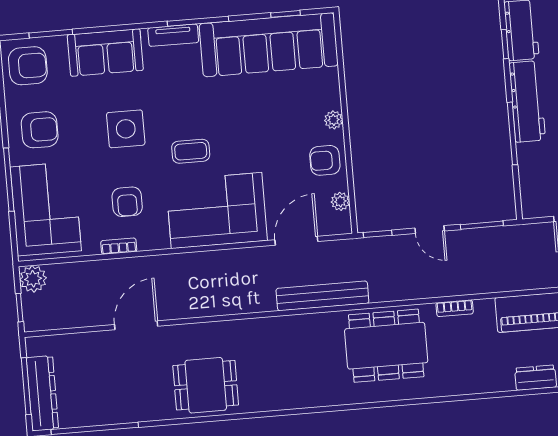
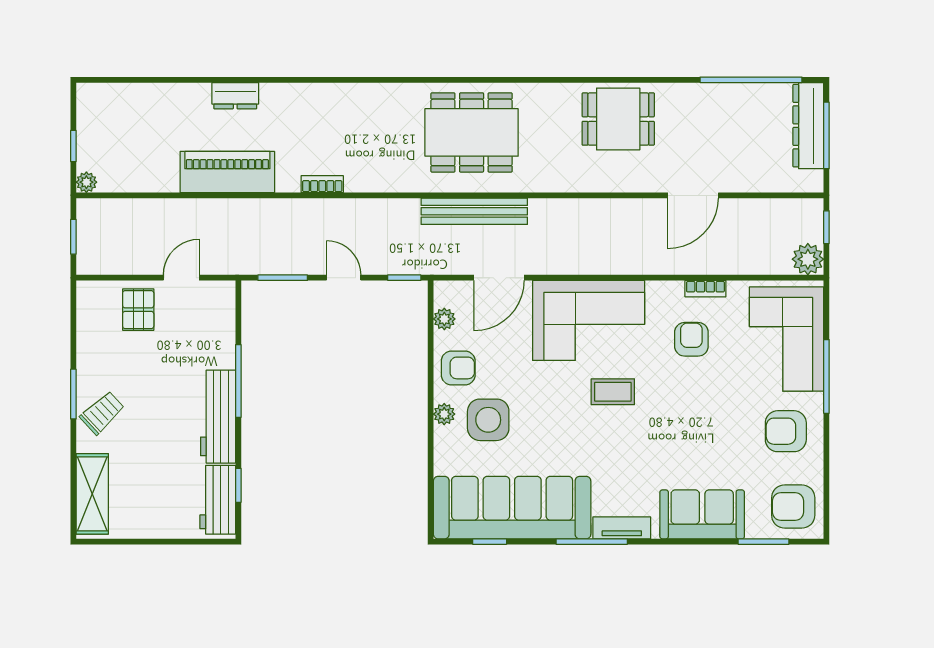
side table: (126, 129) -> (488, 420), moved
dining table: (386, 346) -> (472, 132), moved

